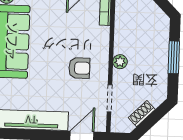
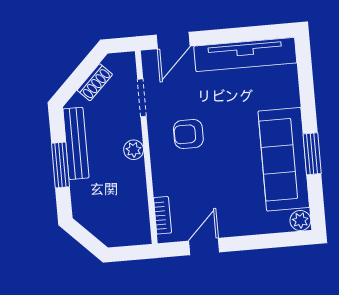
bench: (161, 71) -> (76, 143), added

